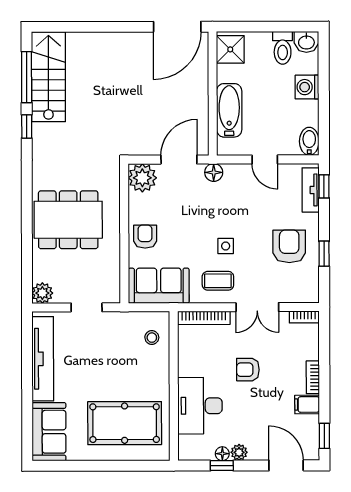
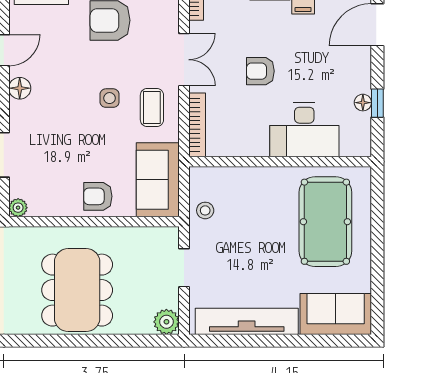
floor lamp: (214, 172) -> (20, 88), moved
plant: (142, 178) -> (18, 208), width x0.53, depth x0.53
stool: (152, 338) -> (205, 210), moved
armchair: (248, 370) -> (260, 71), turned 90
plant: (239, 452) -> (361, 82), removed

